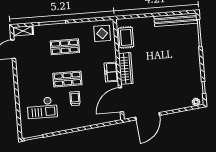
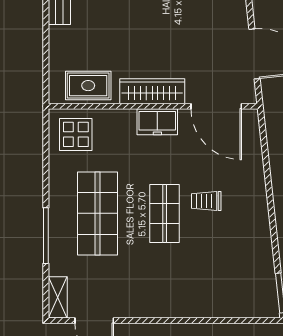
shop shelf: (65, 47) -> (98, 213), width x1.43, depth x1.36
checkout: (42, 108) -> (220, 270), removed

